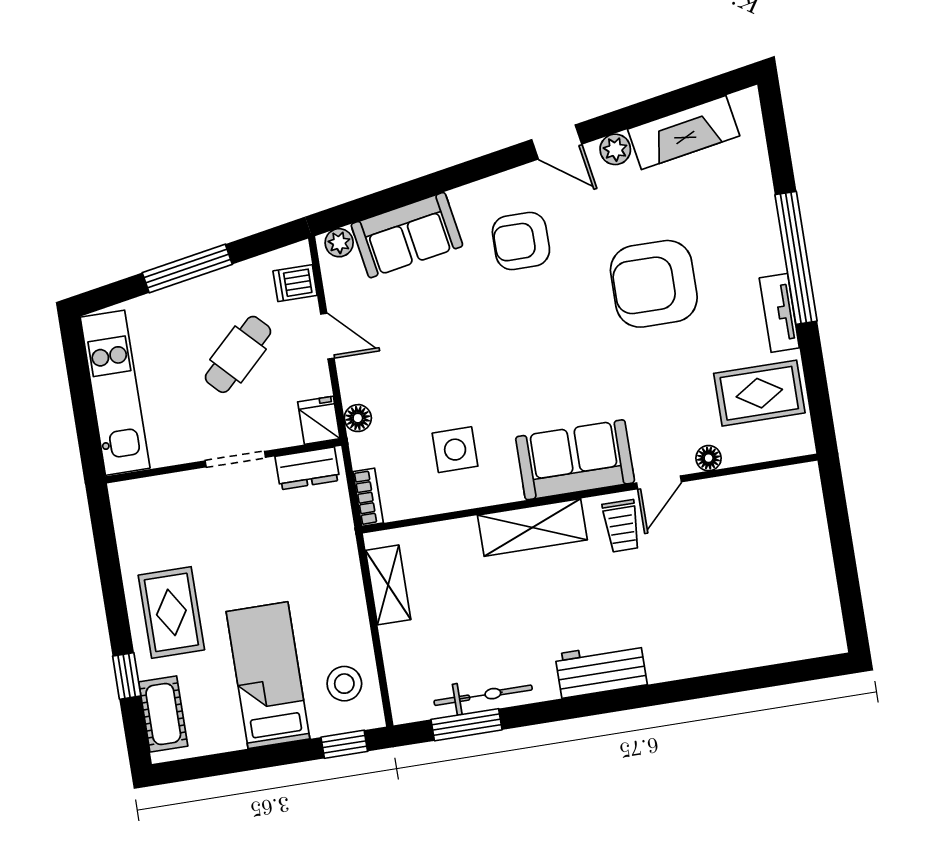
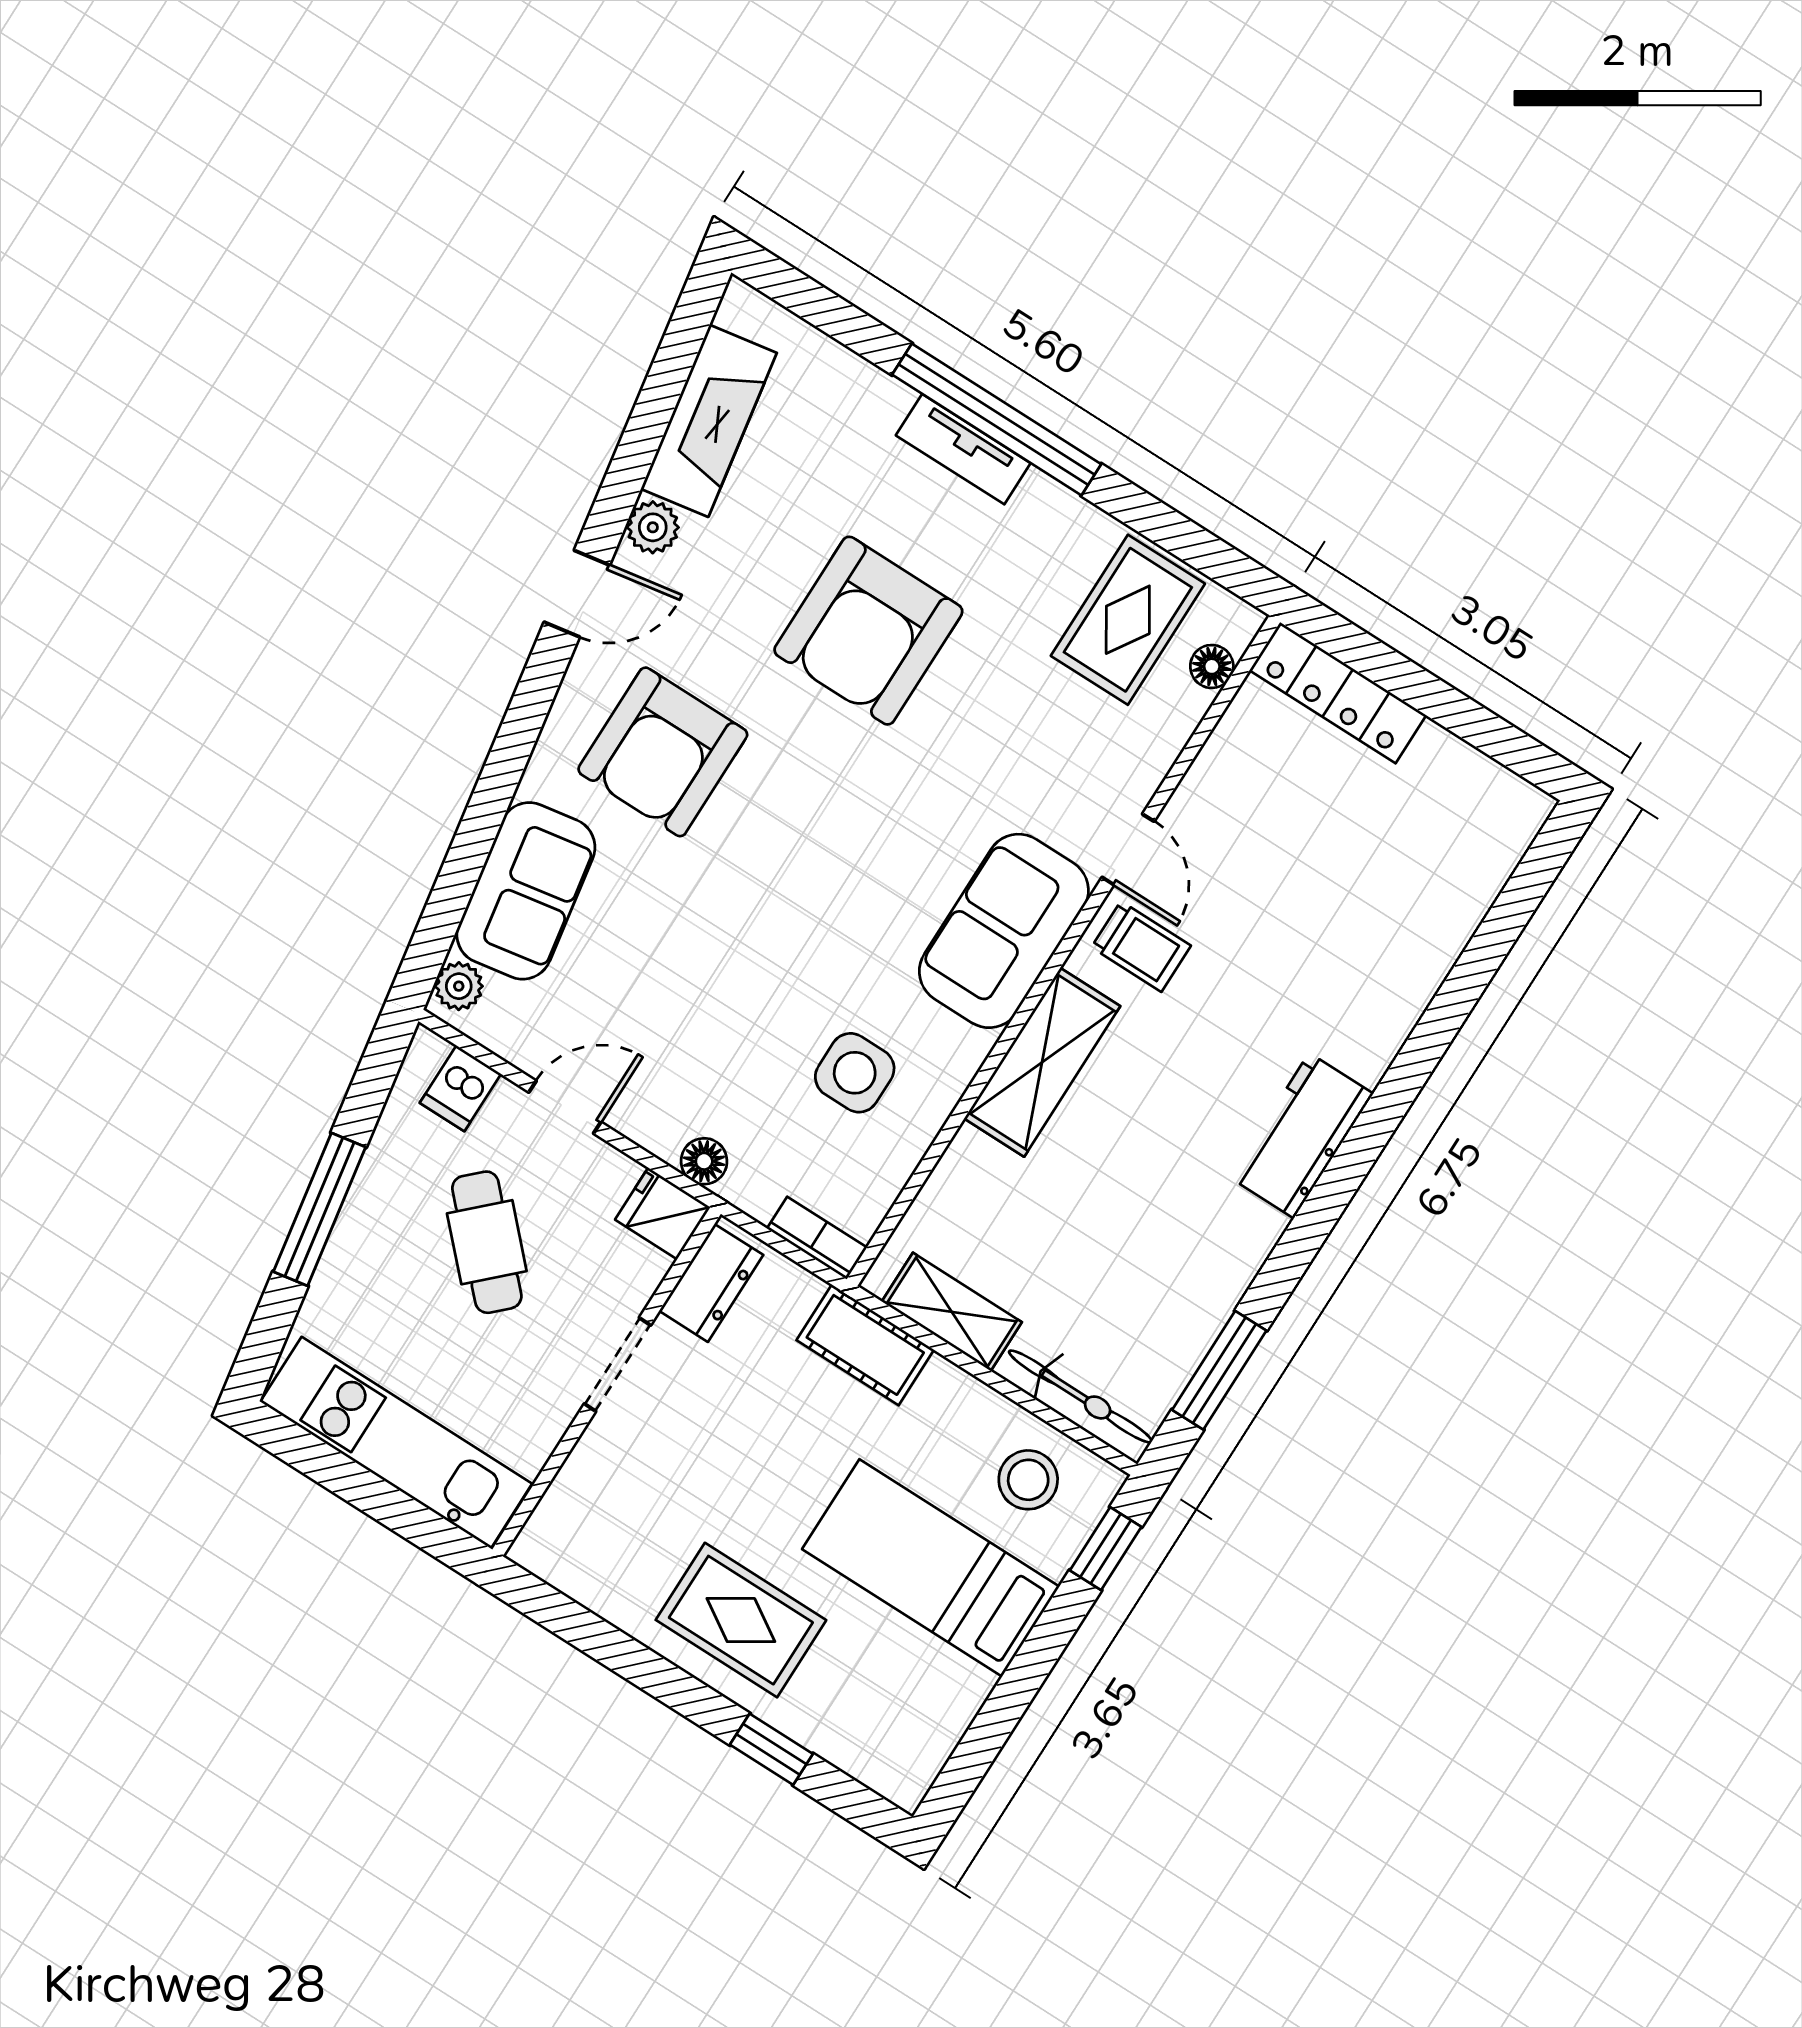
armchair: (521, 241) -> (663, 752), width x1.36, depth x1.36
tv unit: (779, 313) -> (963, 449), moved
floor lamp: (709, 458) -> (1212, 666), moved
locker: (809, 513) -> (1338, 693), added
bicycle: (483, 695) -> (1080, 1397), moved, turned 90
cot: (163, 714) -> (865, 1345), moved

